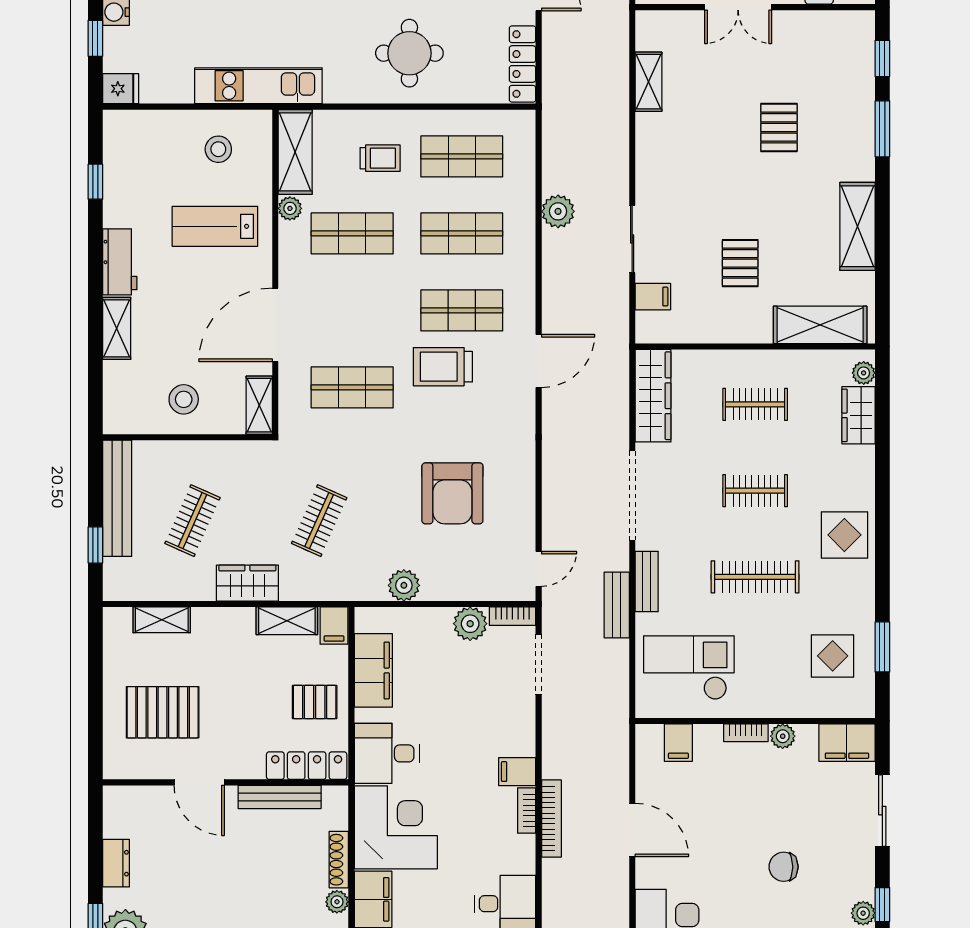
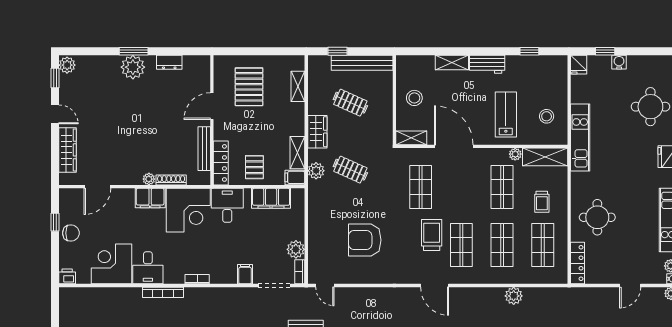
locker: (523, 64) -> (578, 263), moved, turned 90
plant: (404, 585) -> (316, 171), moved
filing cabinet: (517, 772) -> (245, 274), moved
bookcase: (551, 819) -> (163, 292), moved

